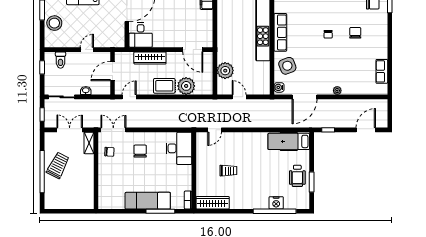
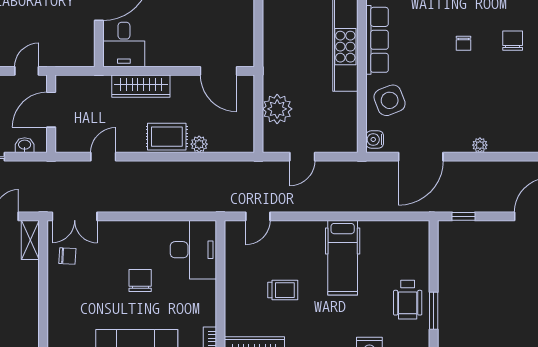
door: (112, 71) -> (51, 110), moved
wall: (112, 73) -> (51, 114), moved
plant: (186, 86) -> (199, 144), width x0.53, depth x0.53
door: (239, 97) -> (302, 157), swing flipped
double door: (113, 130) -> (75, 216), swing flipped
hospital bed: (289, 141) -> (343, 258), moved, turned -90
chair: (140, 151) -> (140, 281), moved

